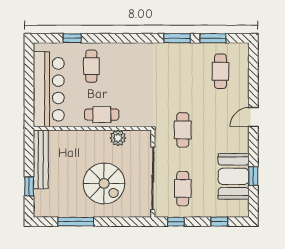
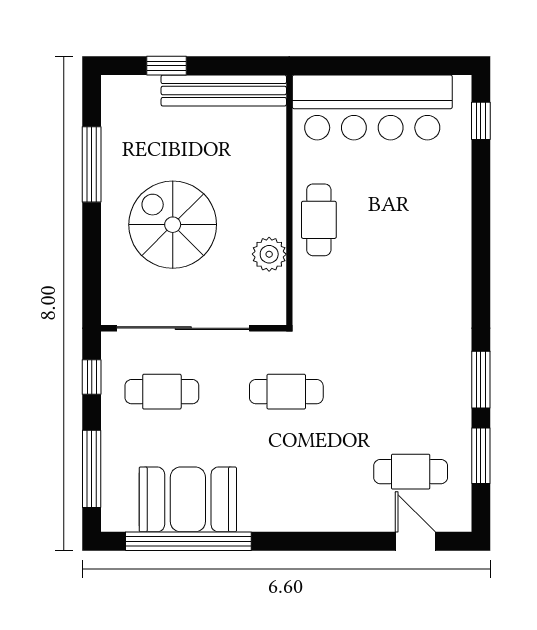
window: (72, 38) -> (481, 121), moved
cafe table: (91, 66) -> (422, 198), removed
door: (253, 117) -> (415, 541), moved
window: (253, 176) -> (188, 541), width x3.17
spiral stairs: (104, 183) -> (173, 225), turned 90
window: (219, 222) -> (92, 469), width x2.17

